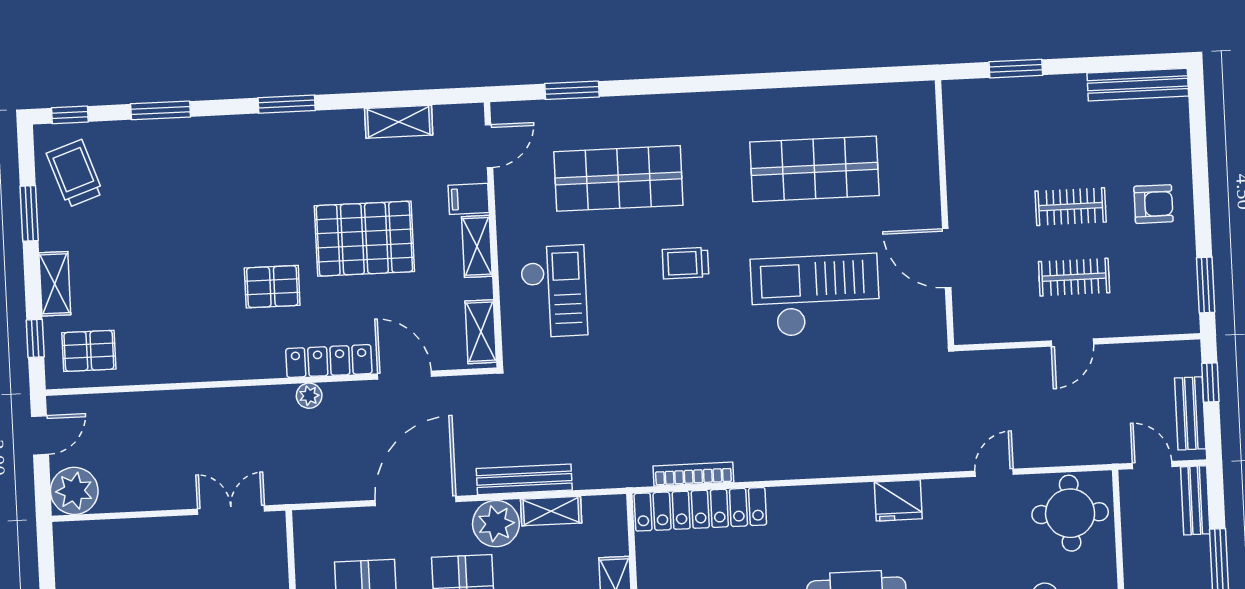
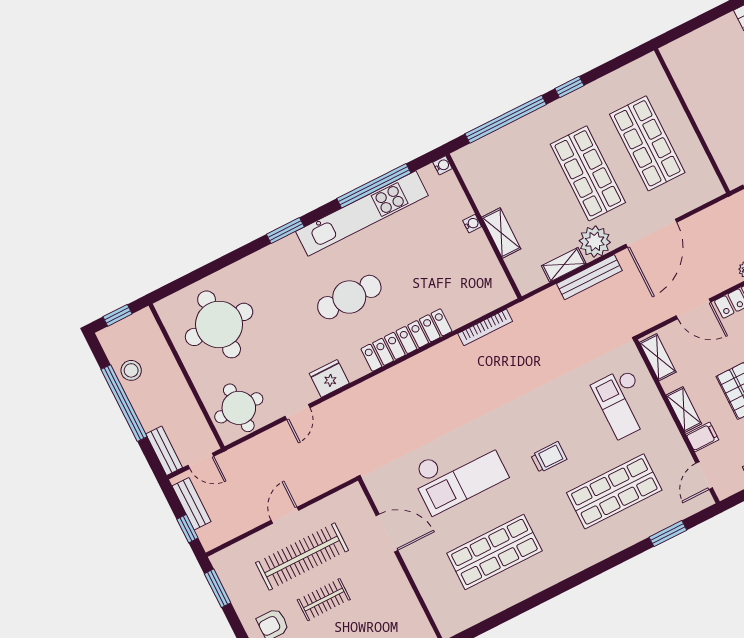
clothes rail: (1074, 277) -> (302, 557), width x1.86, depth x1.31
fridge: (898, 500) -> (329, 378), moved
locker: (700, 509) -> (406, 340), moved

